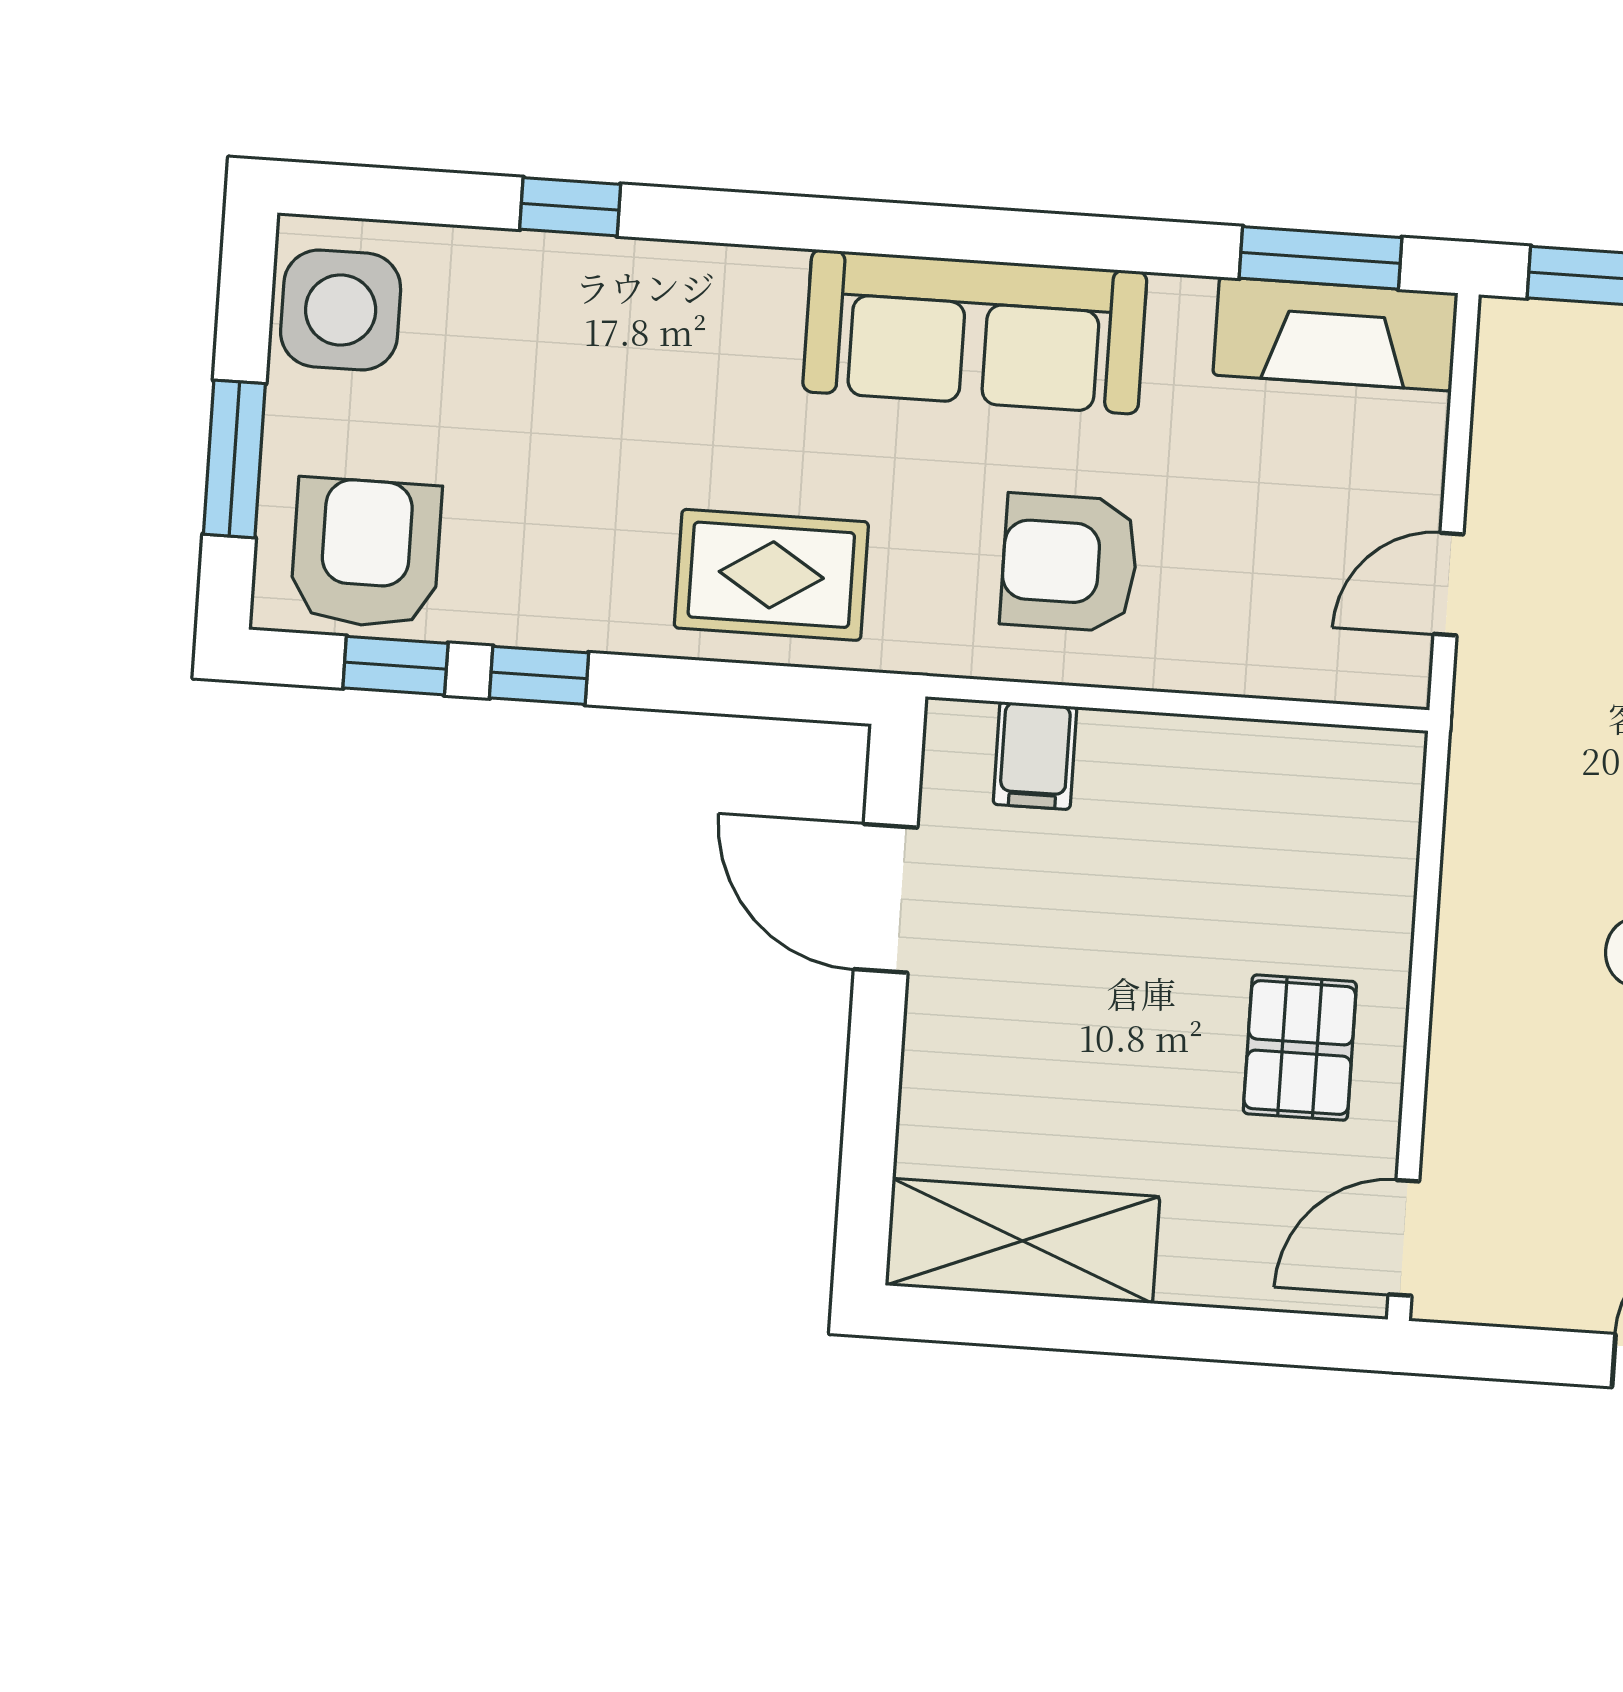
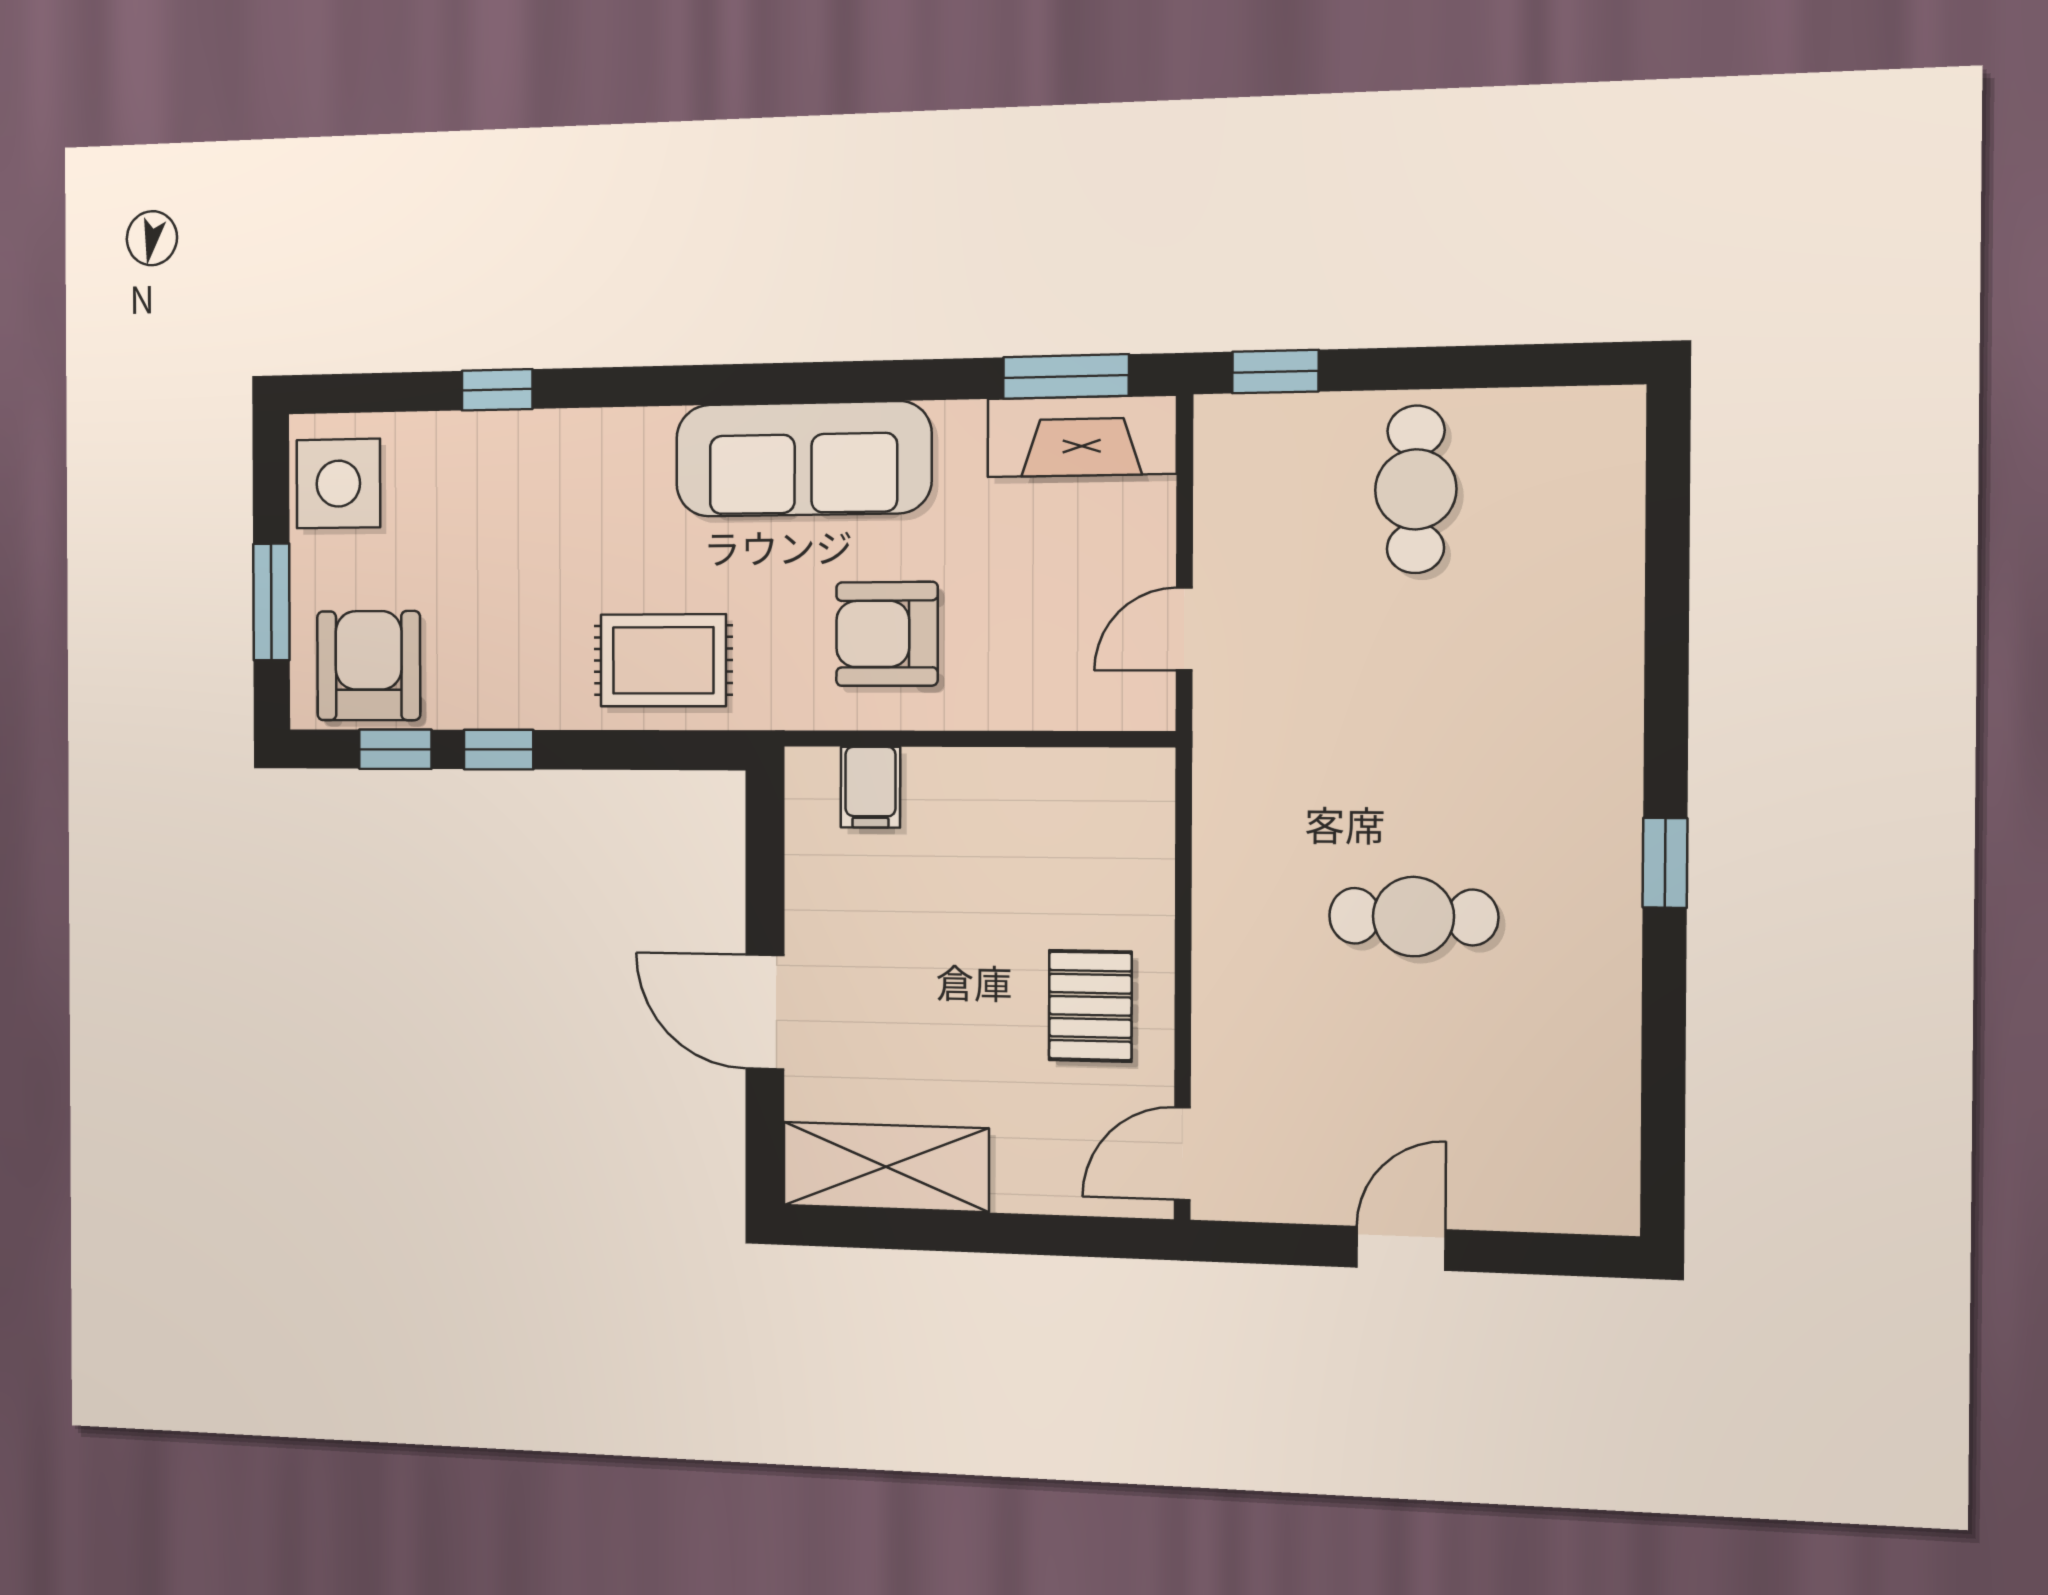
door: (886, 898) -> (765, 1012), moved

